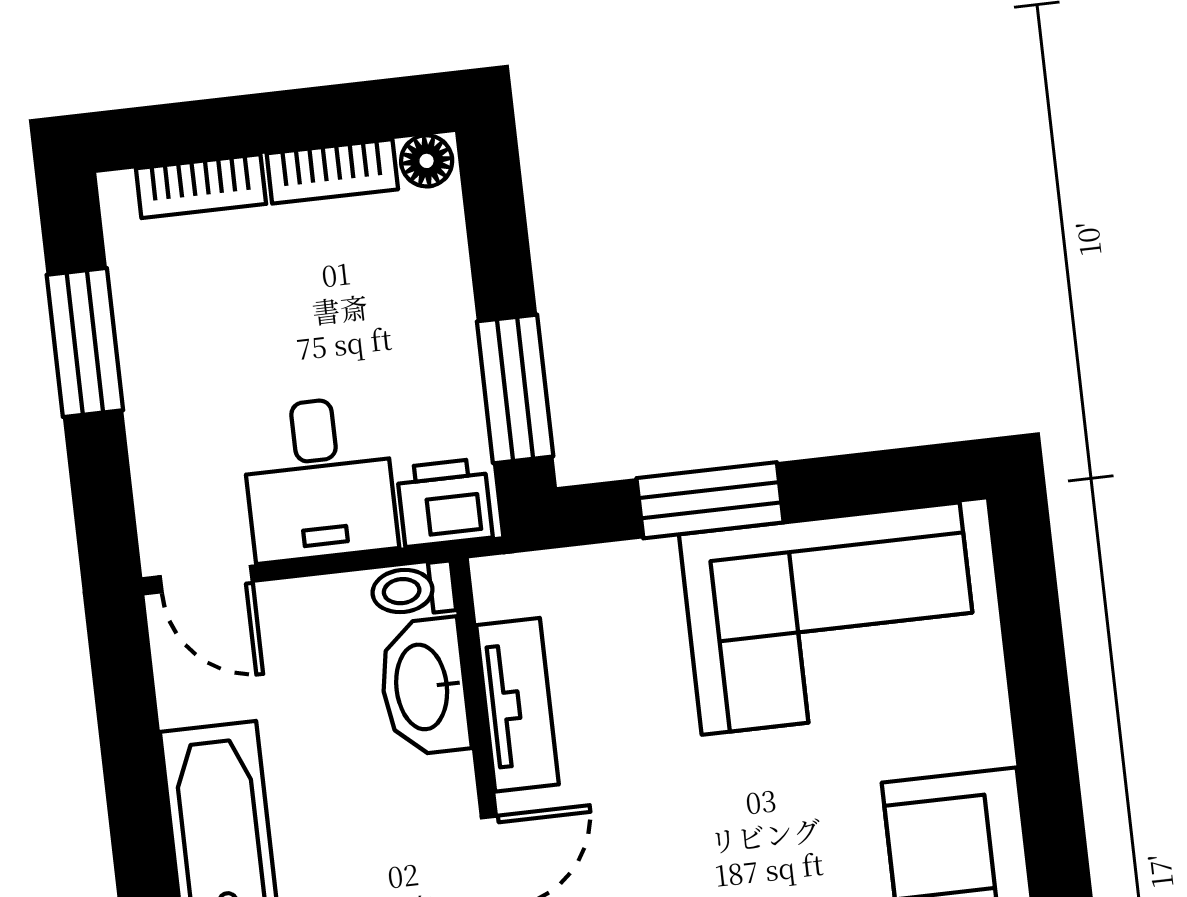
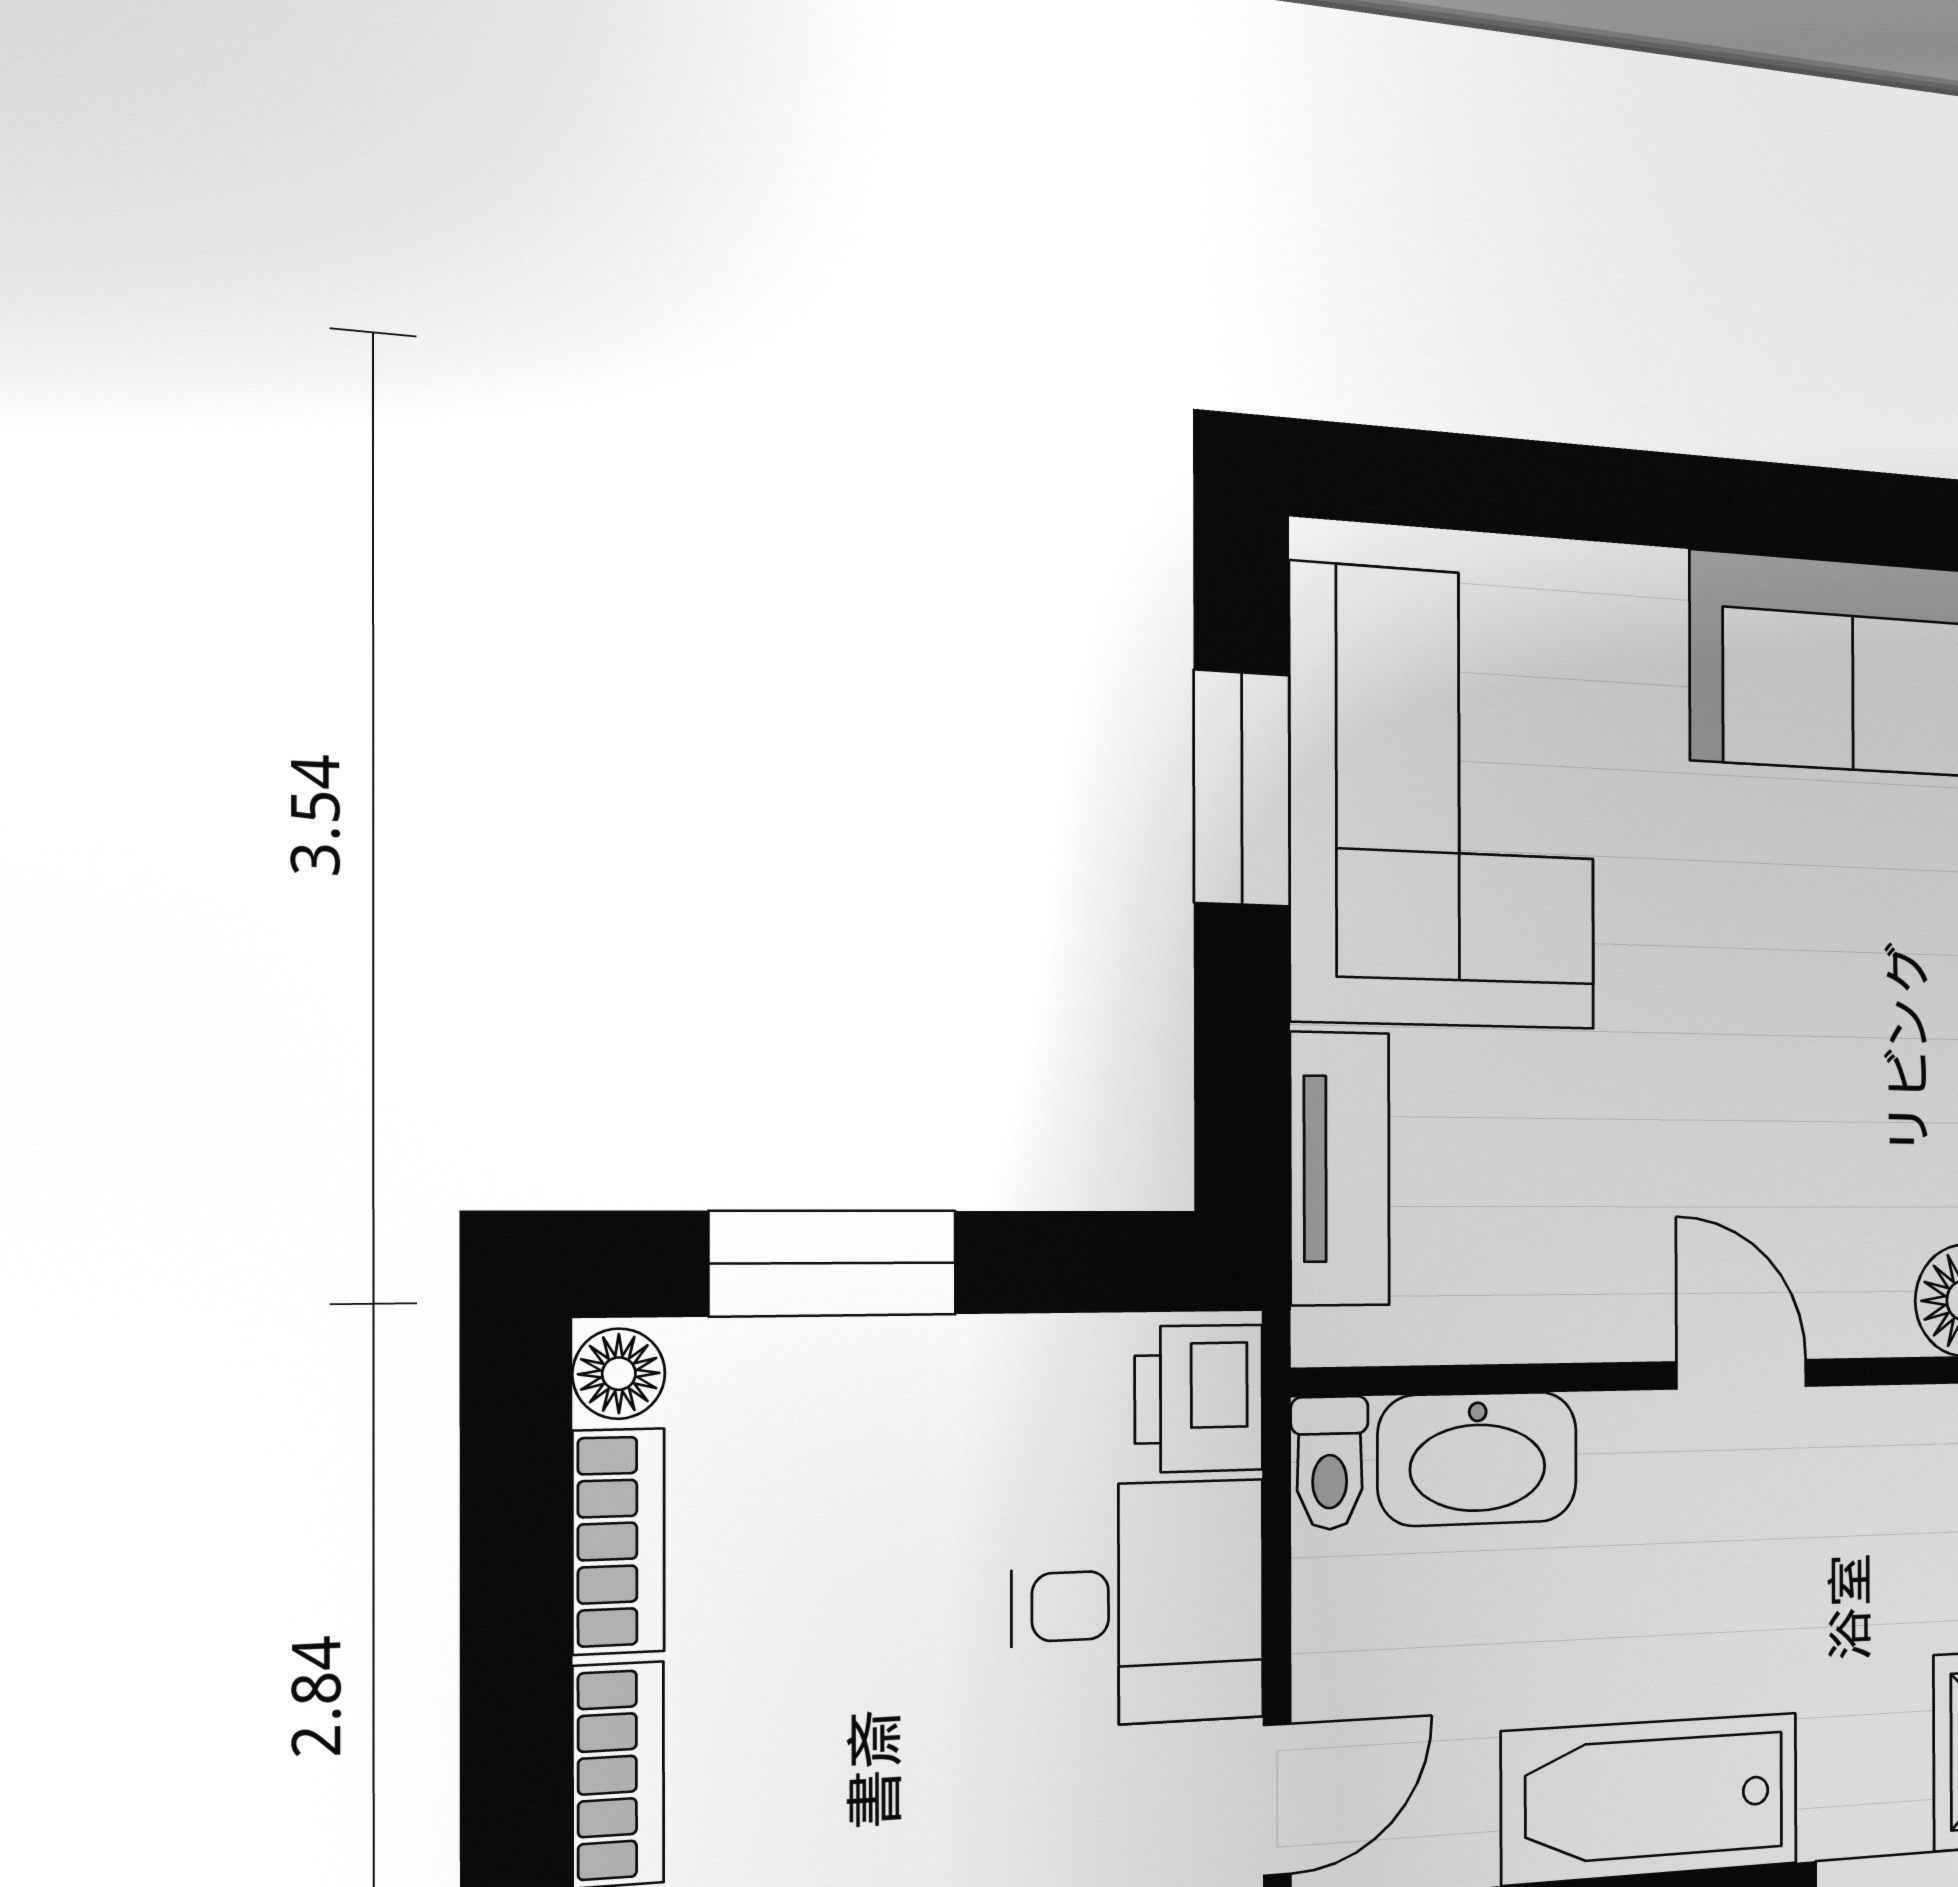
window: (515, 389) -> (833, 1263), moved
window: (710, 500) -> (1242, 788), moved
tv unit: (518, 705) -> (1340, 1169), moved, turned 90

